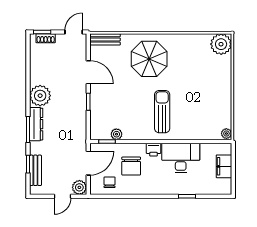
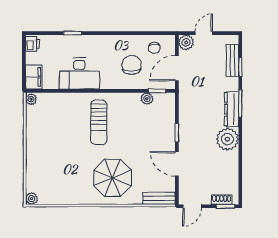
plant: (221, 44) -> (32, 199), width x0.53, depth x0.53
printer: (153, 150) -> (32, 44), moved, turned 90
filing cabinet: (224, 166) -> (34, 77), moved

